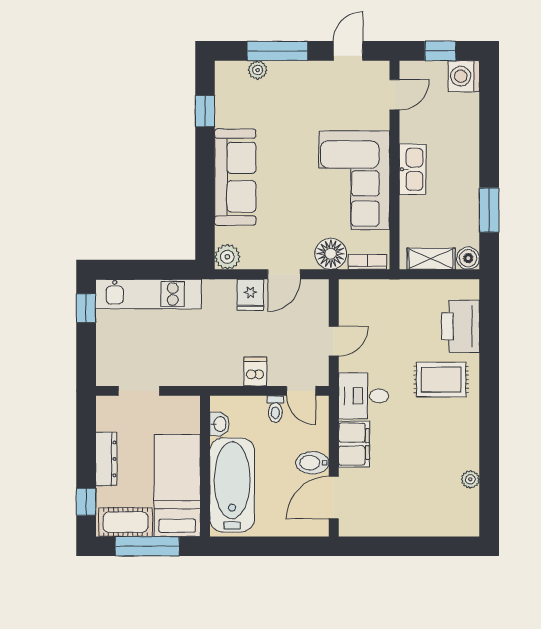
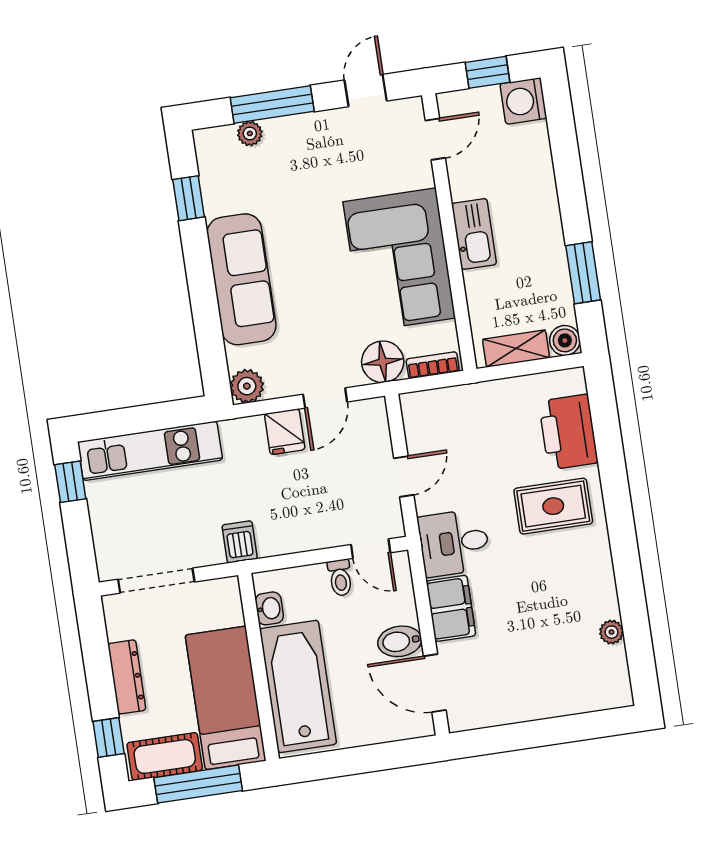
dishwasher: (255, 371) -> (240, 542), moved
doorway: (139, 391) -> (156, 581), width x1.38
door: (334, 498) -> (435, 683), hinge flipped

